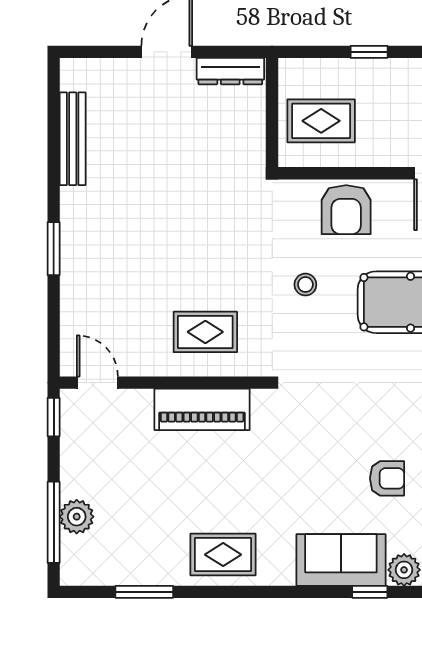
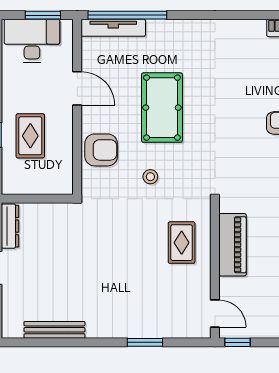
rug: (321, 121) -> (30, 136), moved
window: (54, 249) -> (145, 342), moved
door: (97, 383) -> (215, 314), swing flipped

